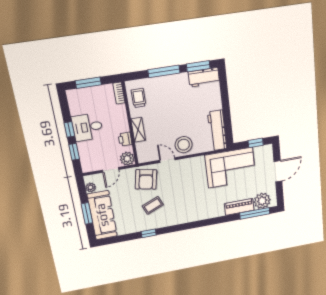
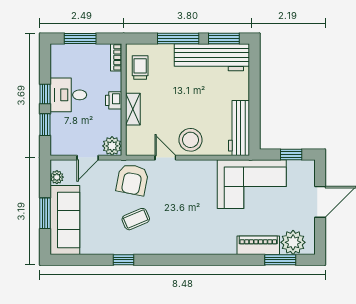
workbench: (204, 77) -> (212, 57), width x1.88, depth x1.32
printer: (125, 139) -> (114, 100), moved
window: (255, 213) -> (280, 260), width x0.69

